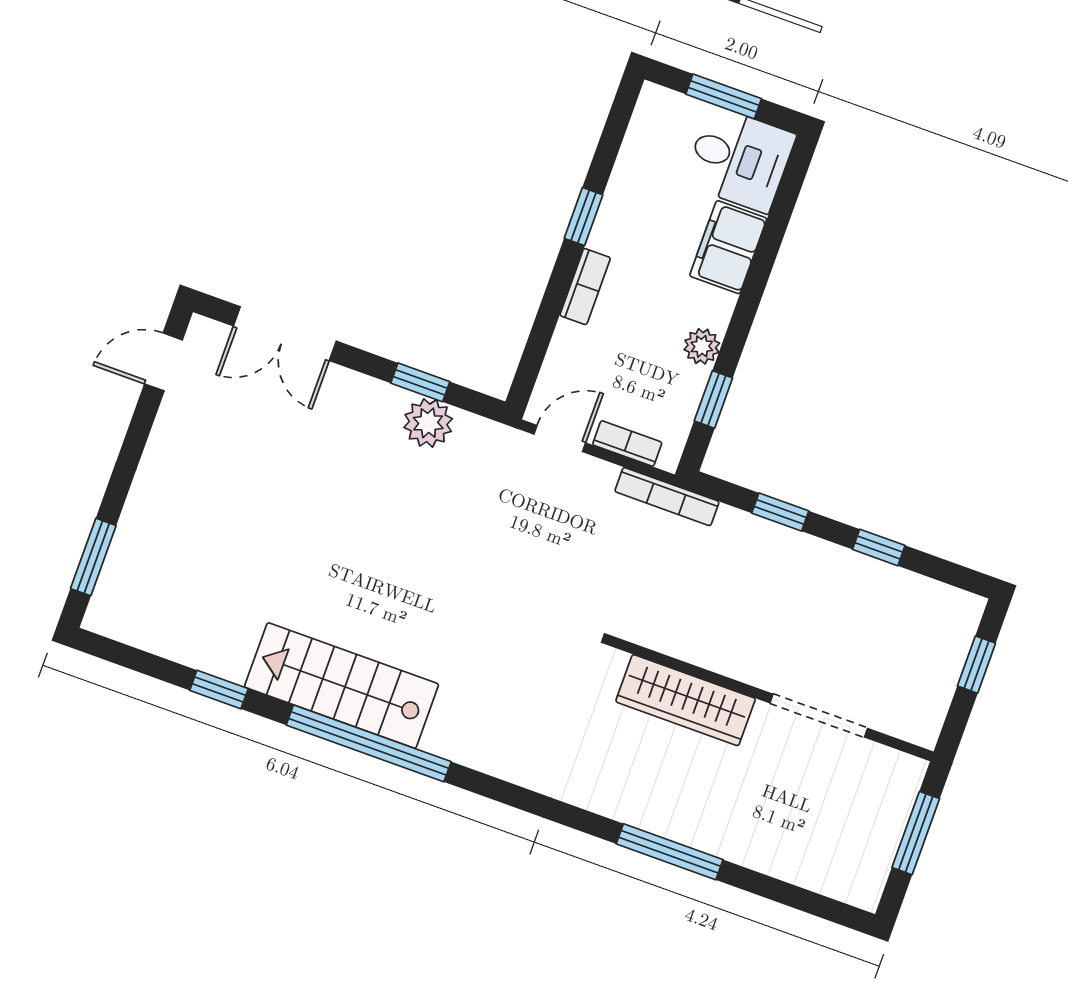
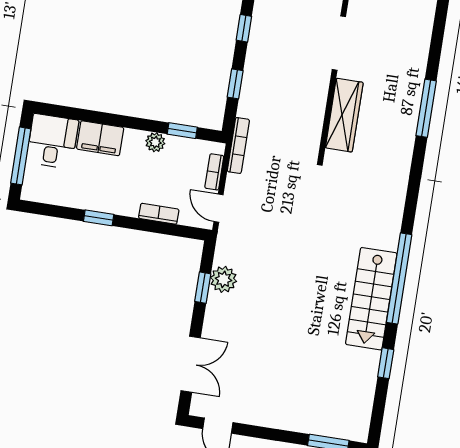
window: (724, 96) -> (21, 156), width x1.44
bookcase: (585, 287) -> (159, 214), moved

